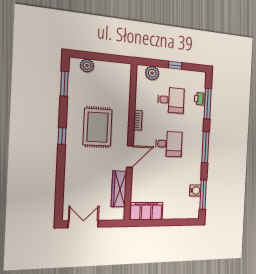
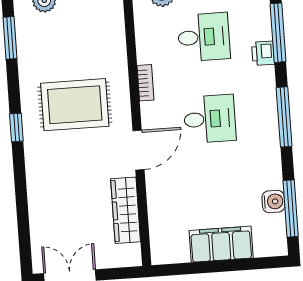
printer: (200, 99) -> (263, 53), moved
rug: (98, 127) -> (75, 105), turned 90
filing cabinet: (146, 211) -> (221, 244), moved

